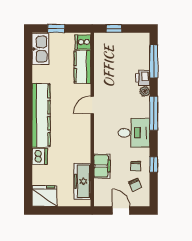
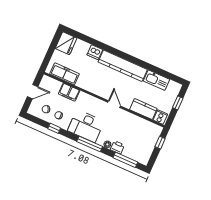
kitchen sink: (40, 49) -> (156, 80), moved
desk: (134, 133) -> (86, 126), width x1.37

